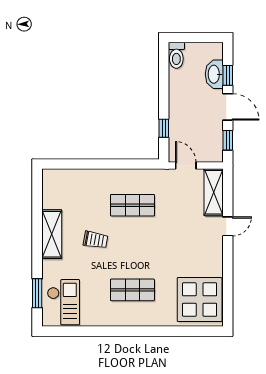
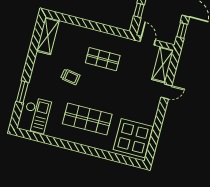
shelving: (52, 234) -> (48, 36), moved
shop shelf: (132, 290) -> (87, 119), width x1.43, depth x1.36
window: (37, 293) -> (22, 92), moved

